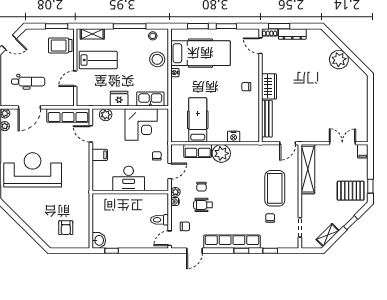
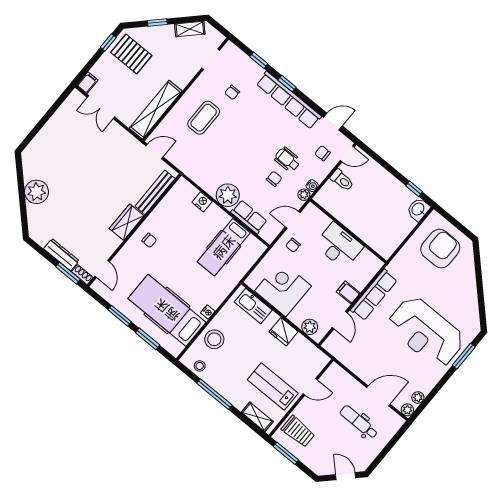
row of seats: (68, 115) -> (374, 295), moved, turned 90
coffee table: (275, 188) -> (204, 118), width x0.73, depth x0.76
wheelchair: (203, 205) -> (287, 160), turned 180
armchair: (66, 228) -> (440, 249), width x1.88, depth x1.88

